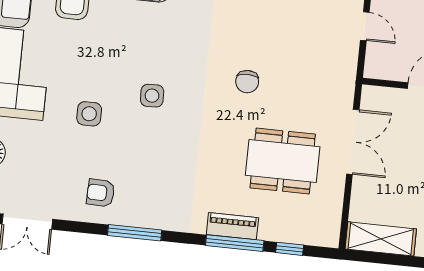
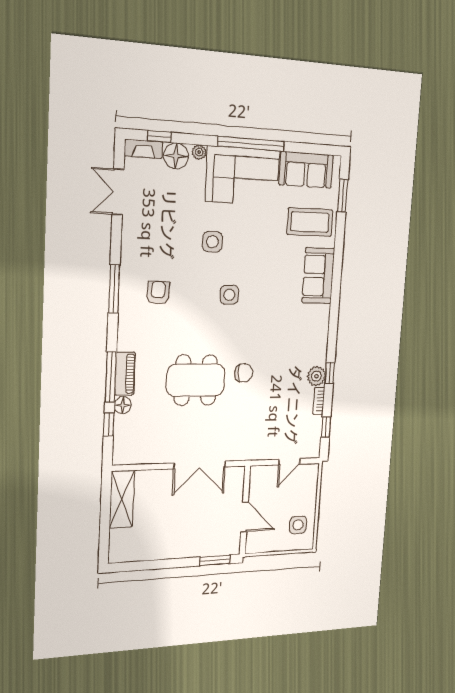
chair: (247, 82) -> (244, 373), turned 180
dining table: (283, 161) -> (196, 380), moved, turned 90
armchair: (101, 193) -> (158, 293), moved
floor lamp: (269, 231) -> (123, 405), added

